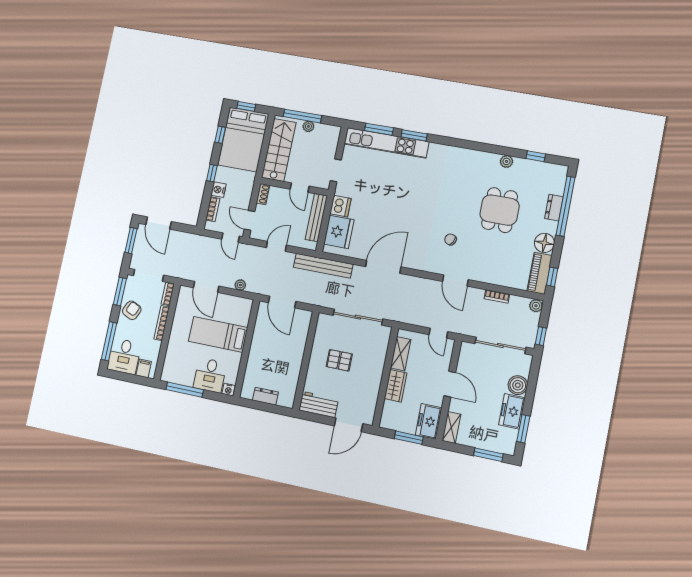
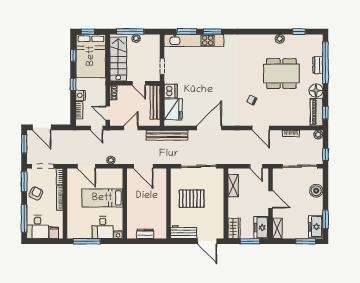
dining table: (500, 210) -> (281, 74), width x1.38
pallet: (339, 360) -> (192, 199), width x1.50, depth x1.42
wardrobe: (396, 386) -> (234, 228), moved
freezer: (512, 411) -> (316, 227), moved
door: (349, 425) -> (207, 241), hinge flipped

